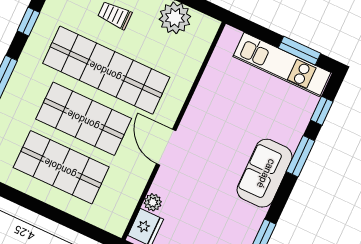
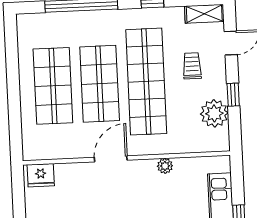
plant: (153, 202) -> (165, 166), moved

